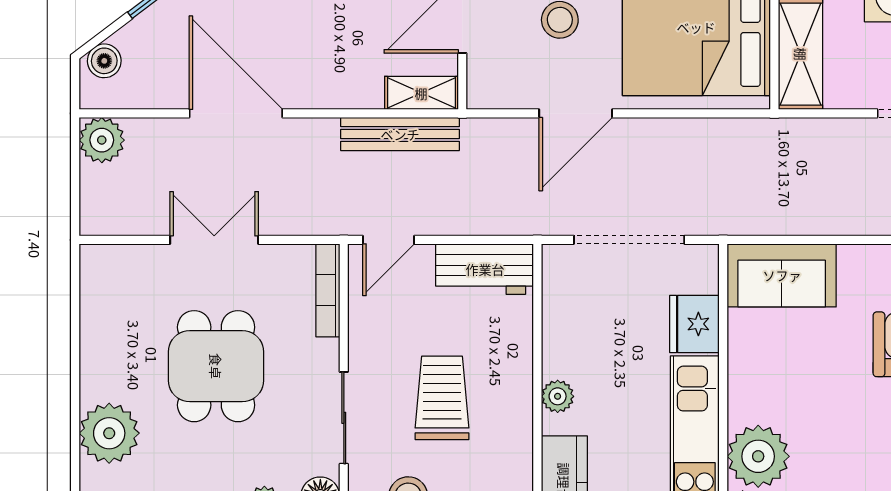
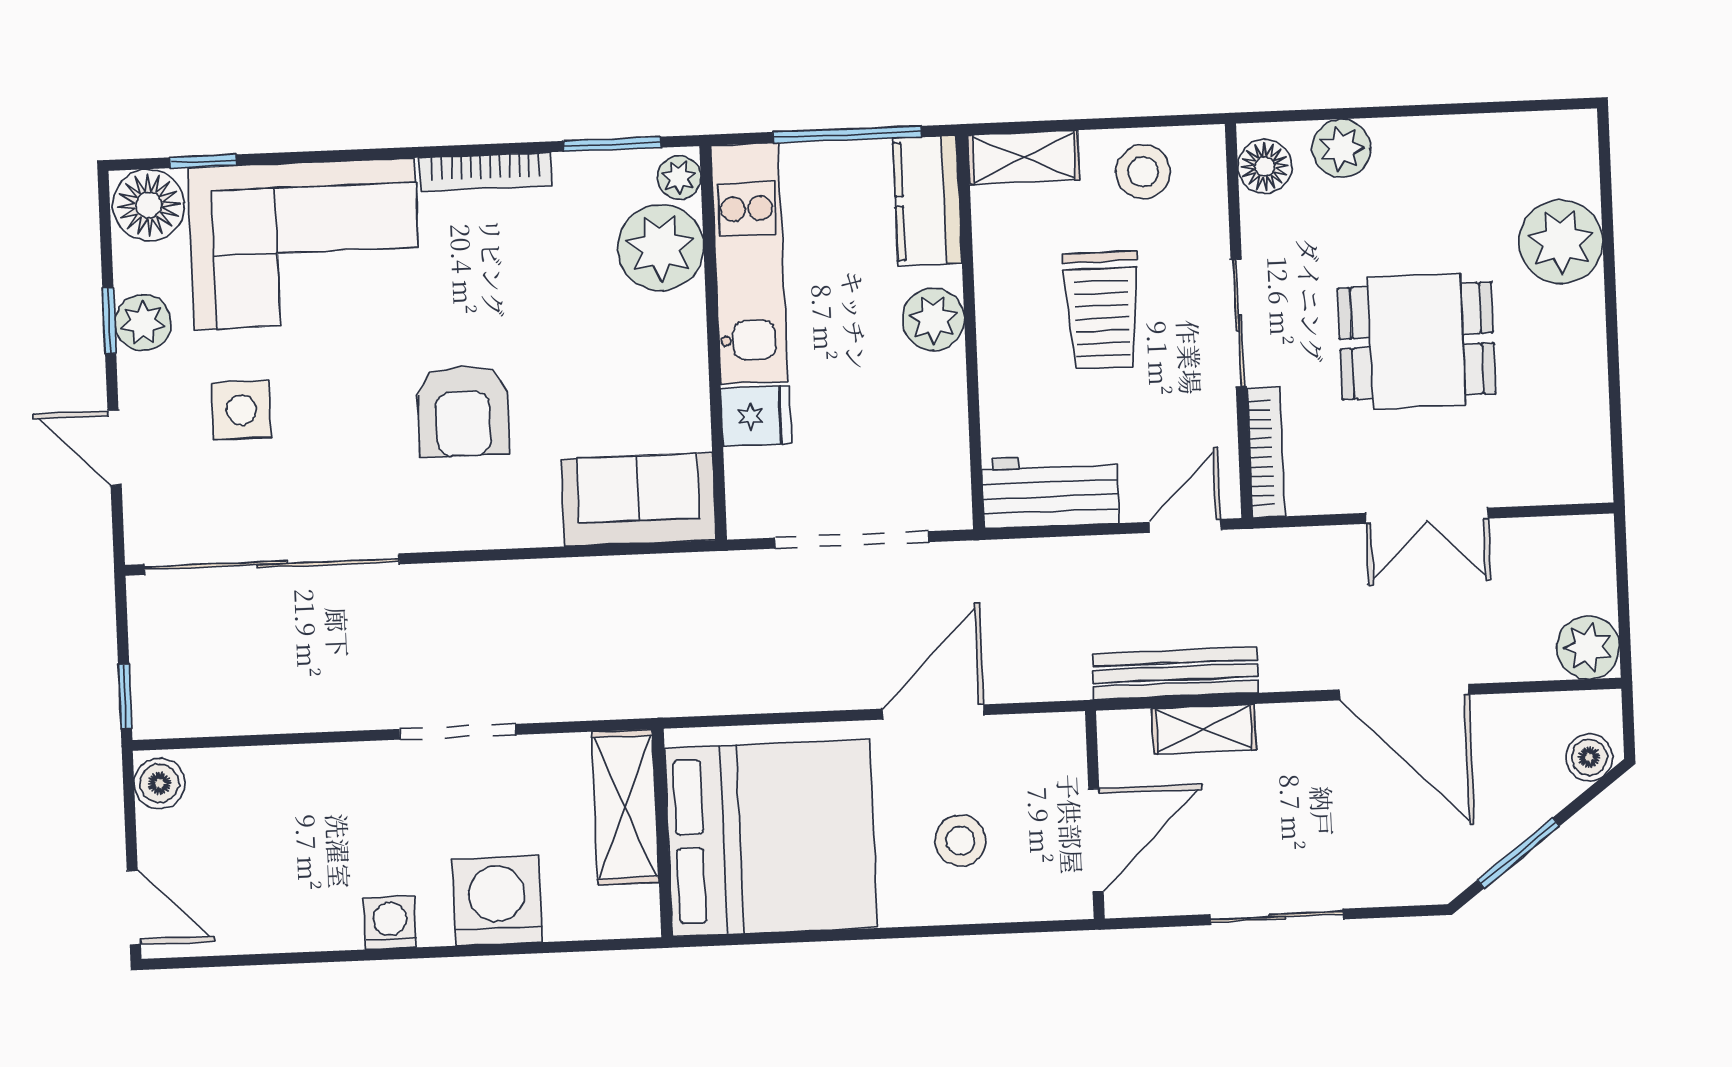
shelving: (421, 93) -> (1204, 729), moved
fridge: (694, 324) -> (756, 416), width x0.72
dining table: (216, 366) -> (1417, 341), turned 90
plant: (558, 396) -> (933, 319), width x1.38, depth x1.38
sliding door: (344, 418) -> (1239, 323), moved

